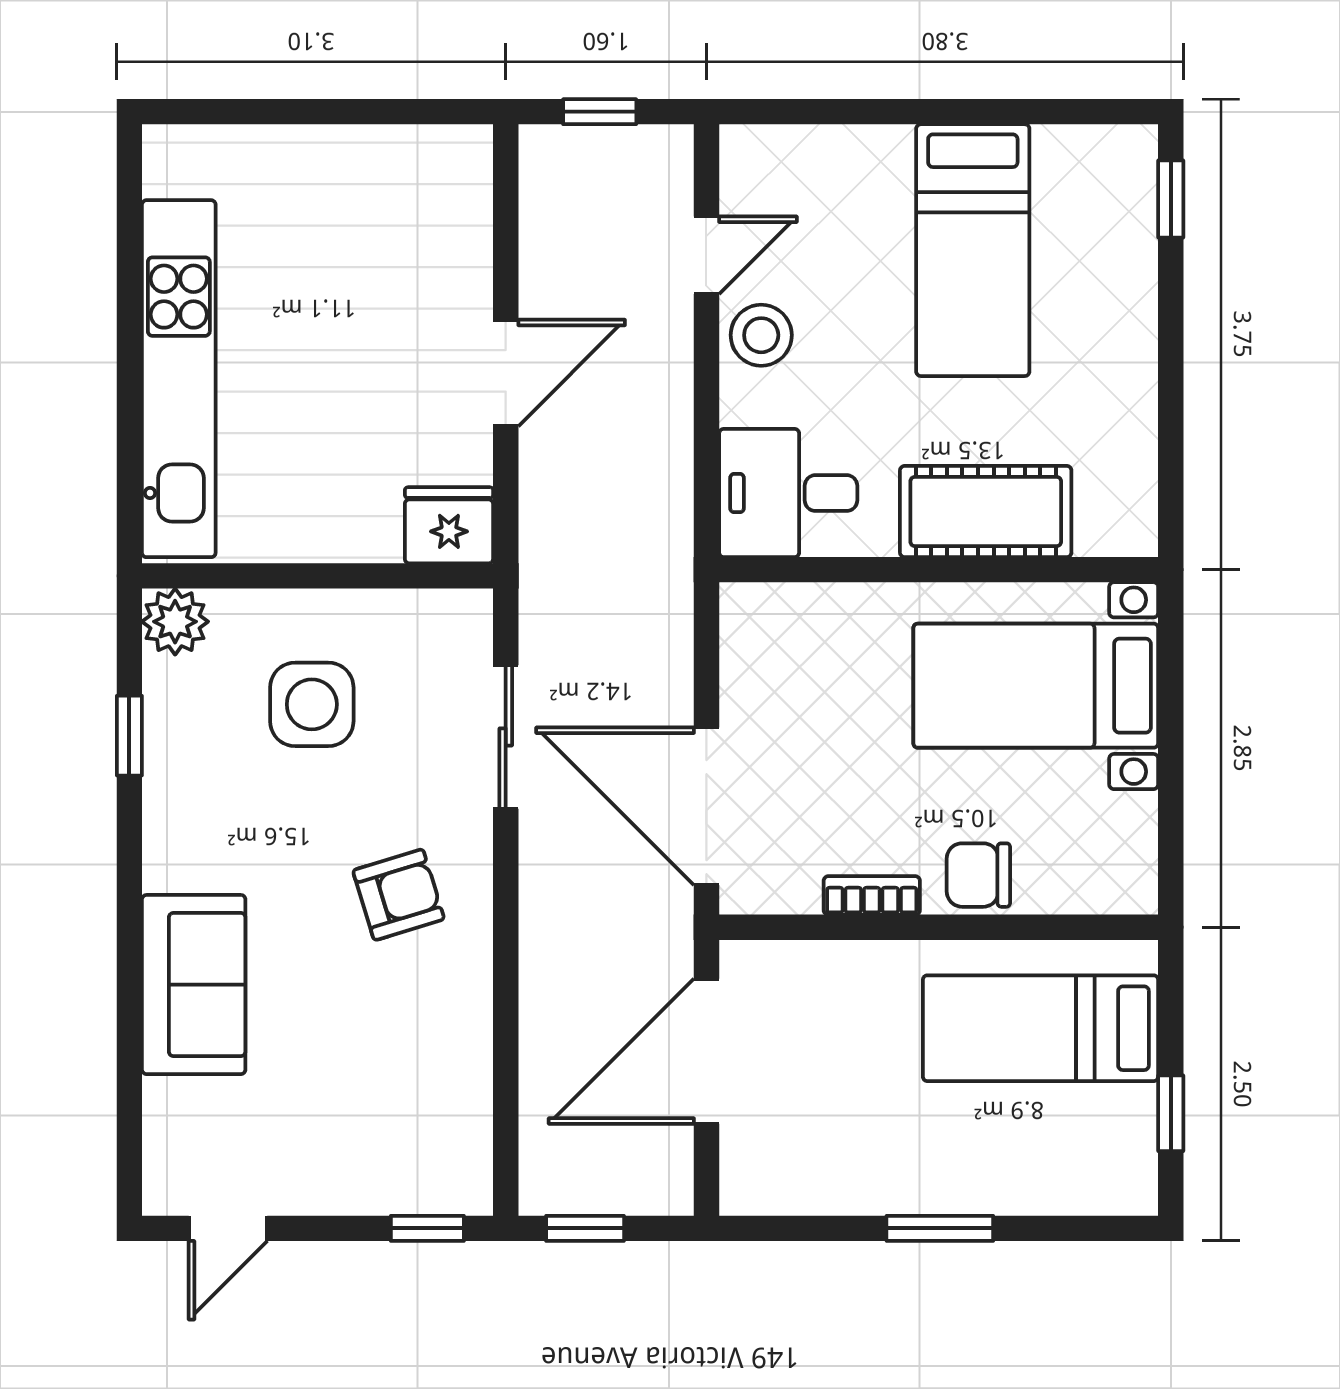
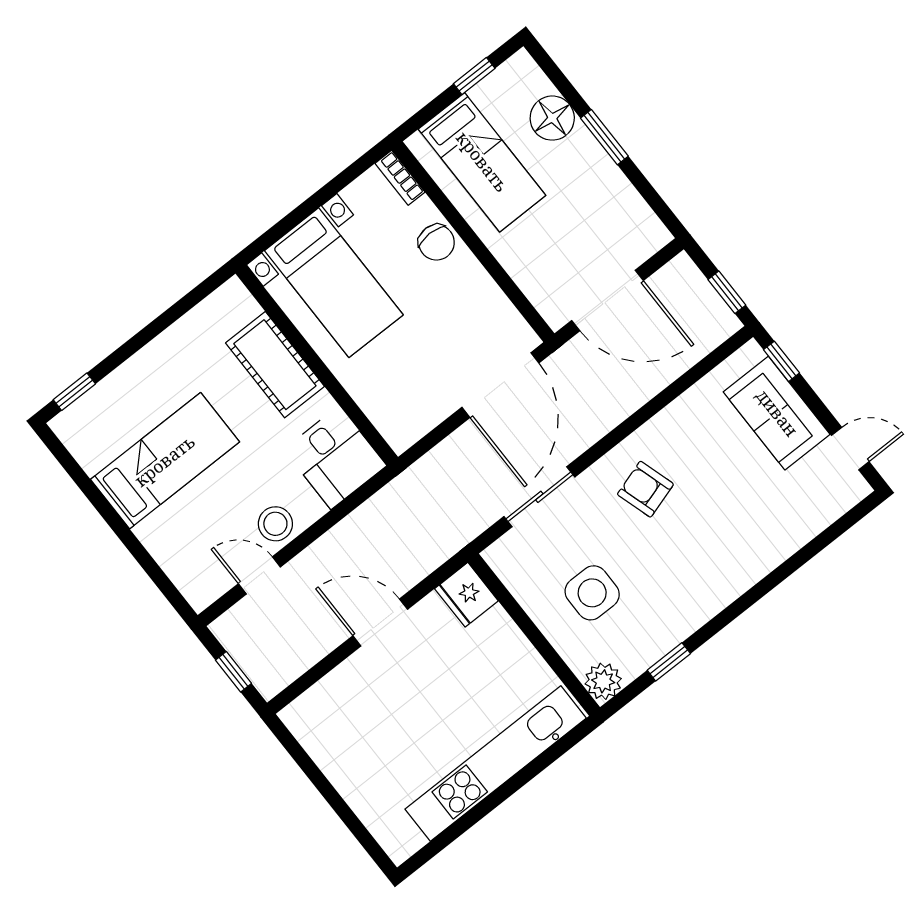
bookcase: (872, 895) -> (400, 178), moved
sofa: (194, 985) -> (777, 413), moved, turned -90
floor lamp: (1025, 1176) -> (552, 118), added

